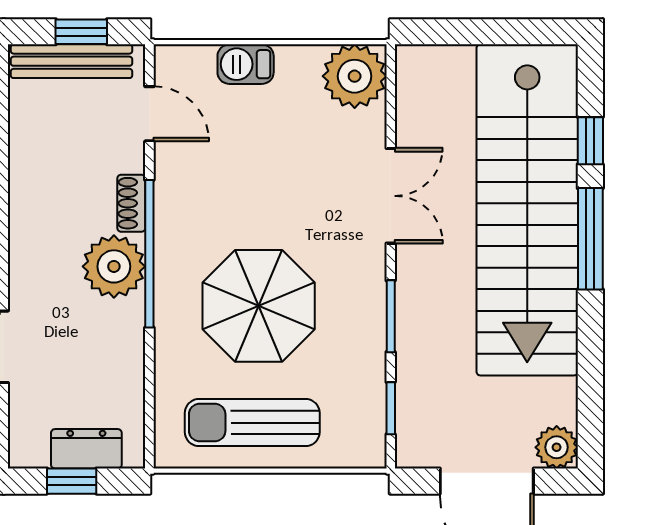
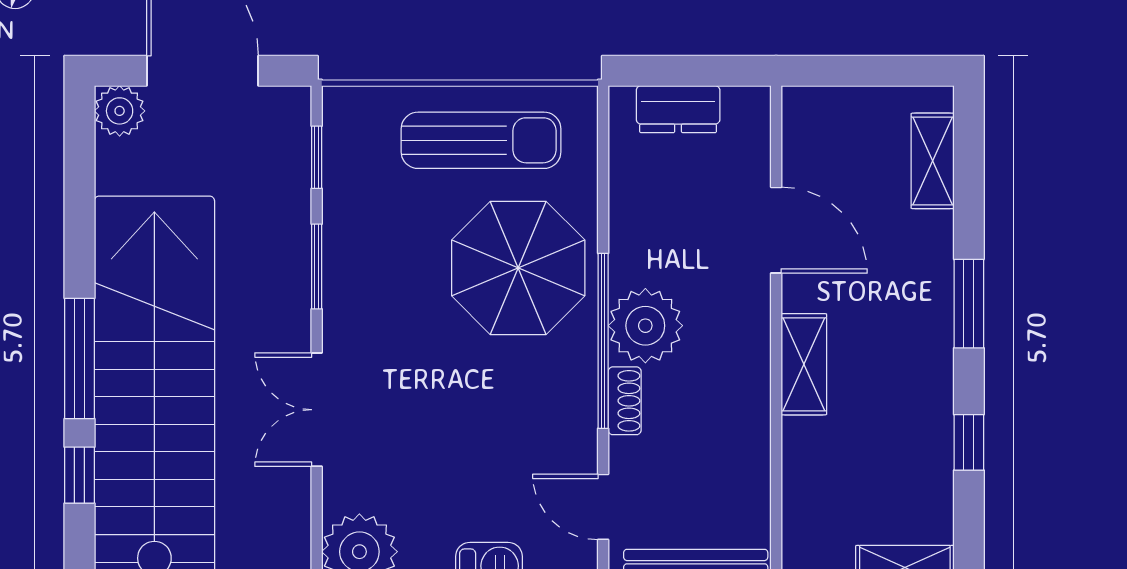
parasol: (259, 306) -> (518, 268), moved
window: (72, 481) -> (696, 71), removed

